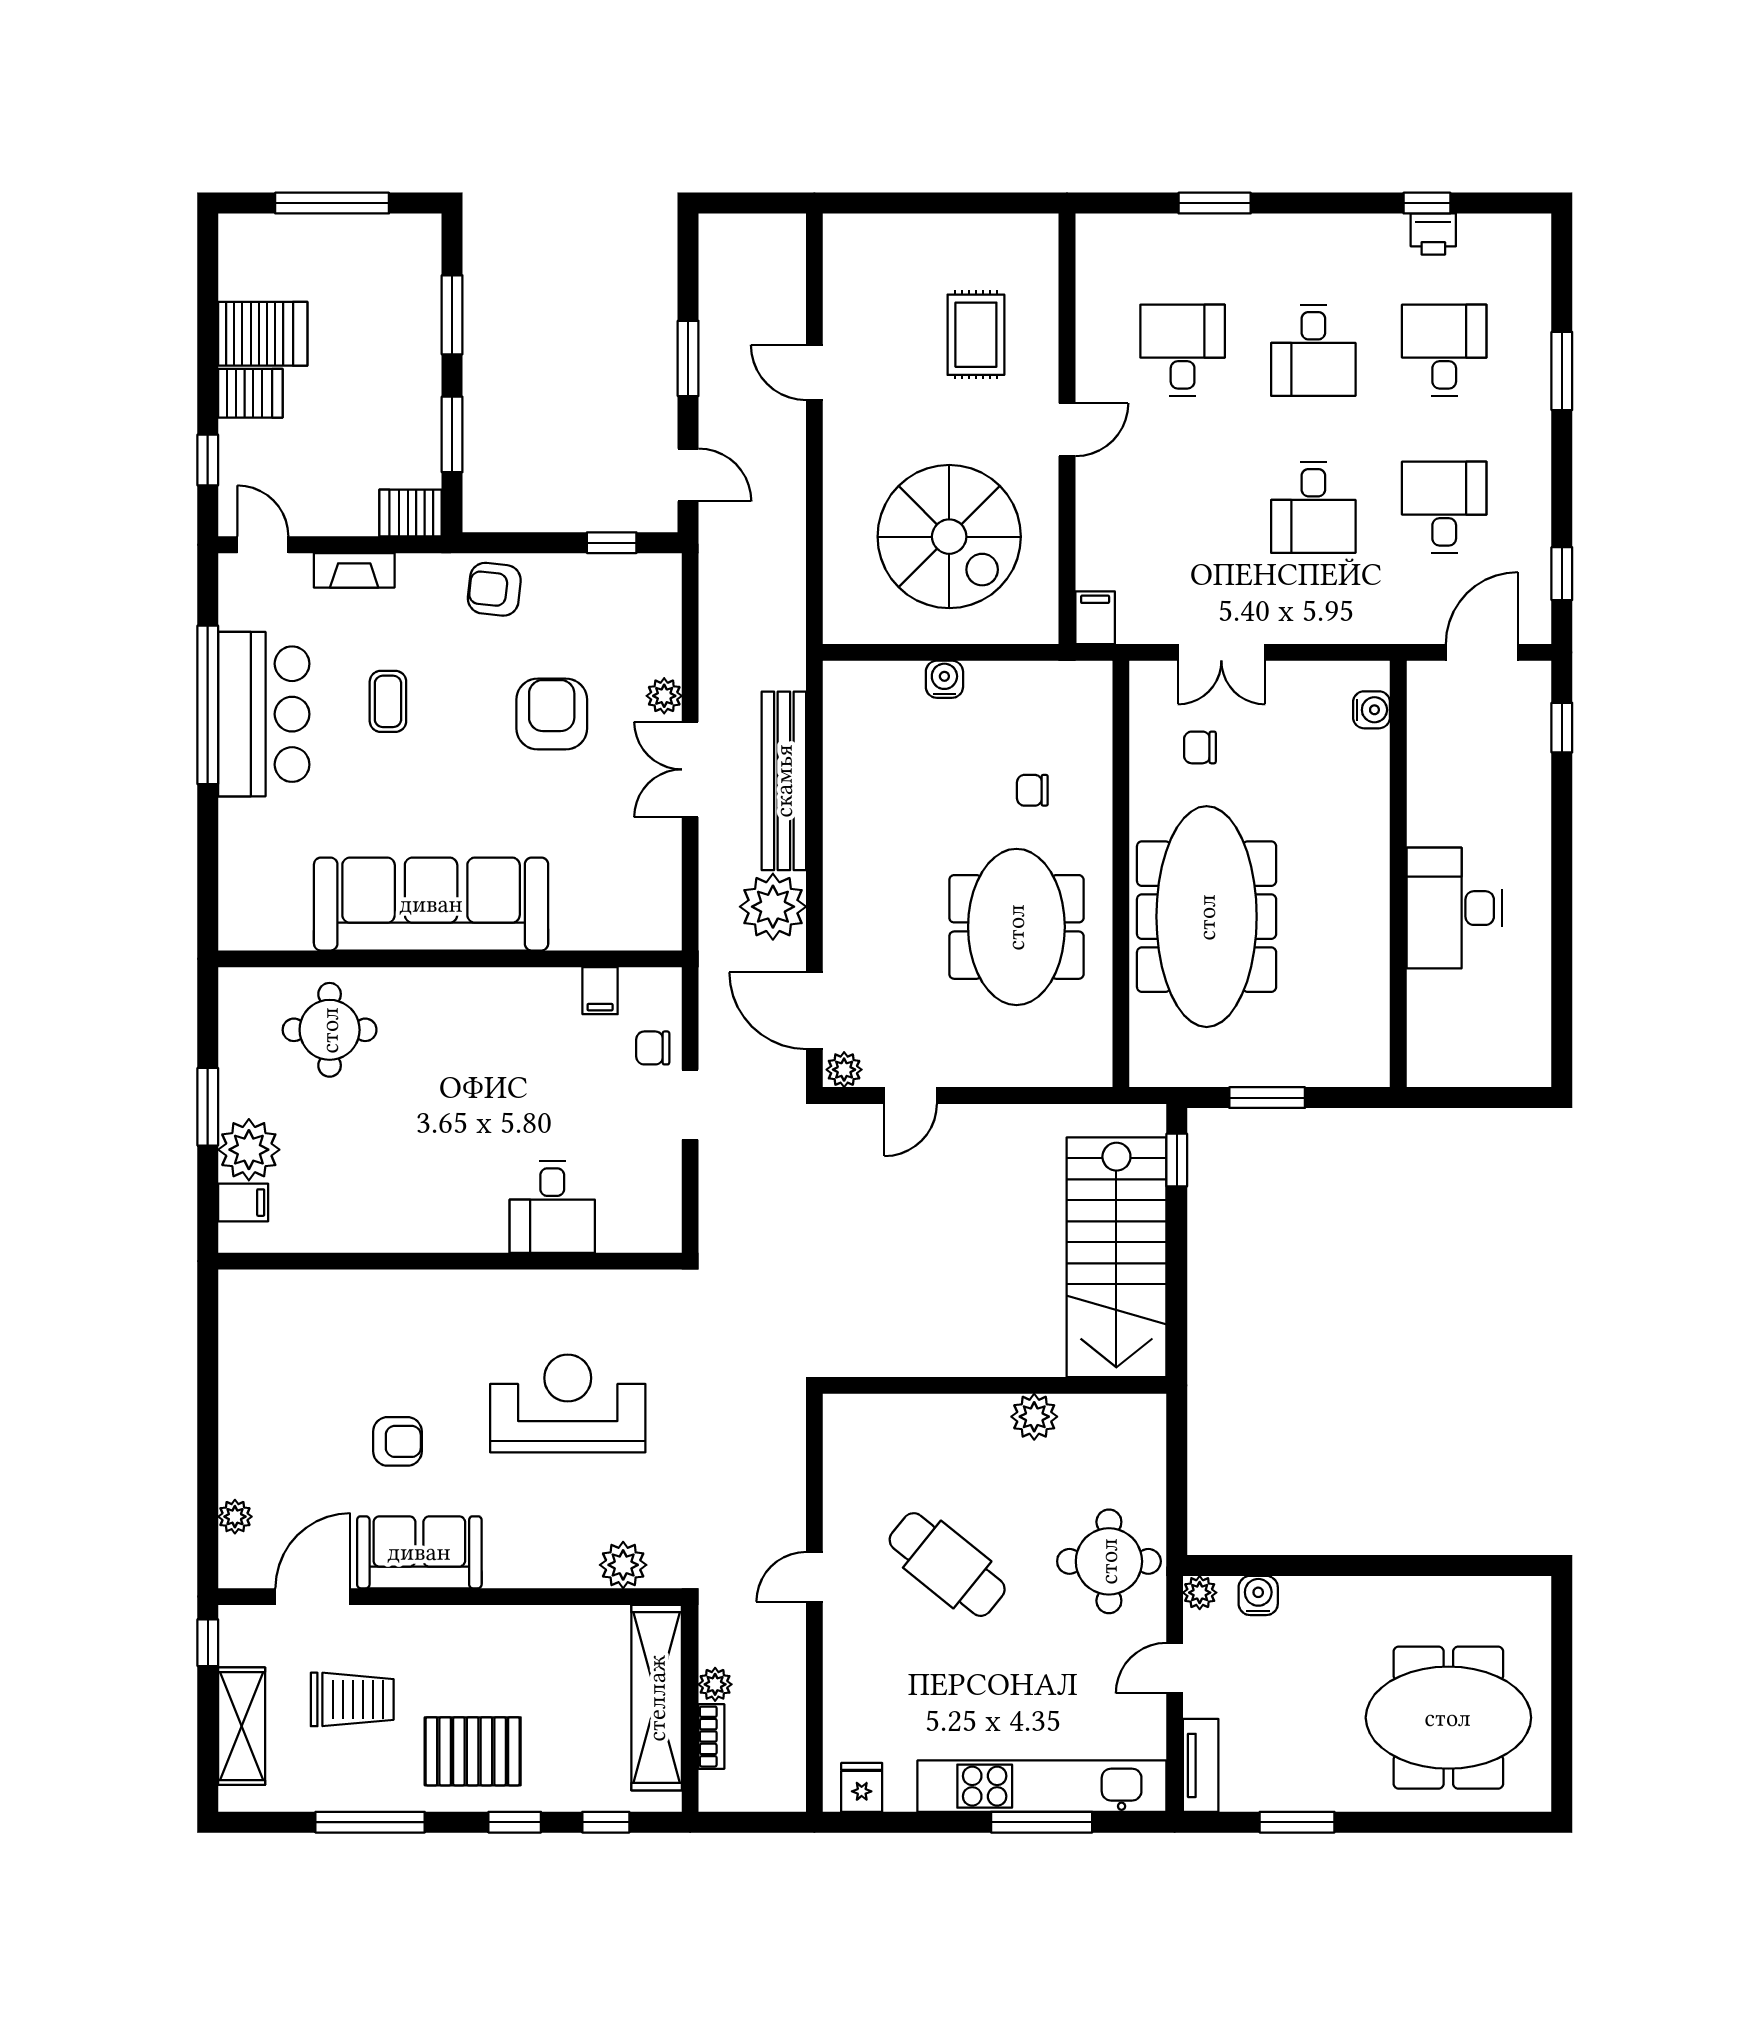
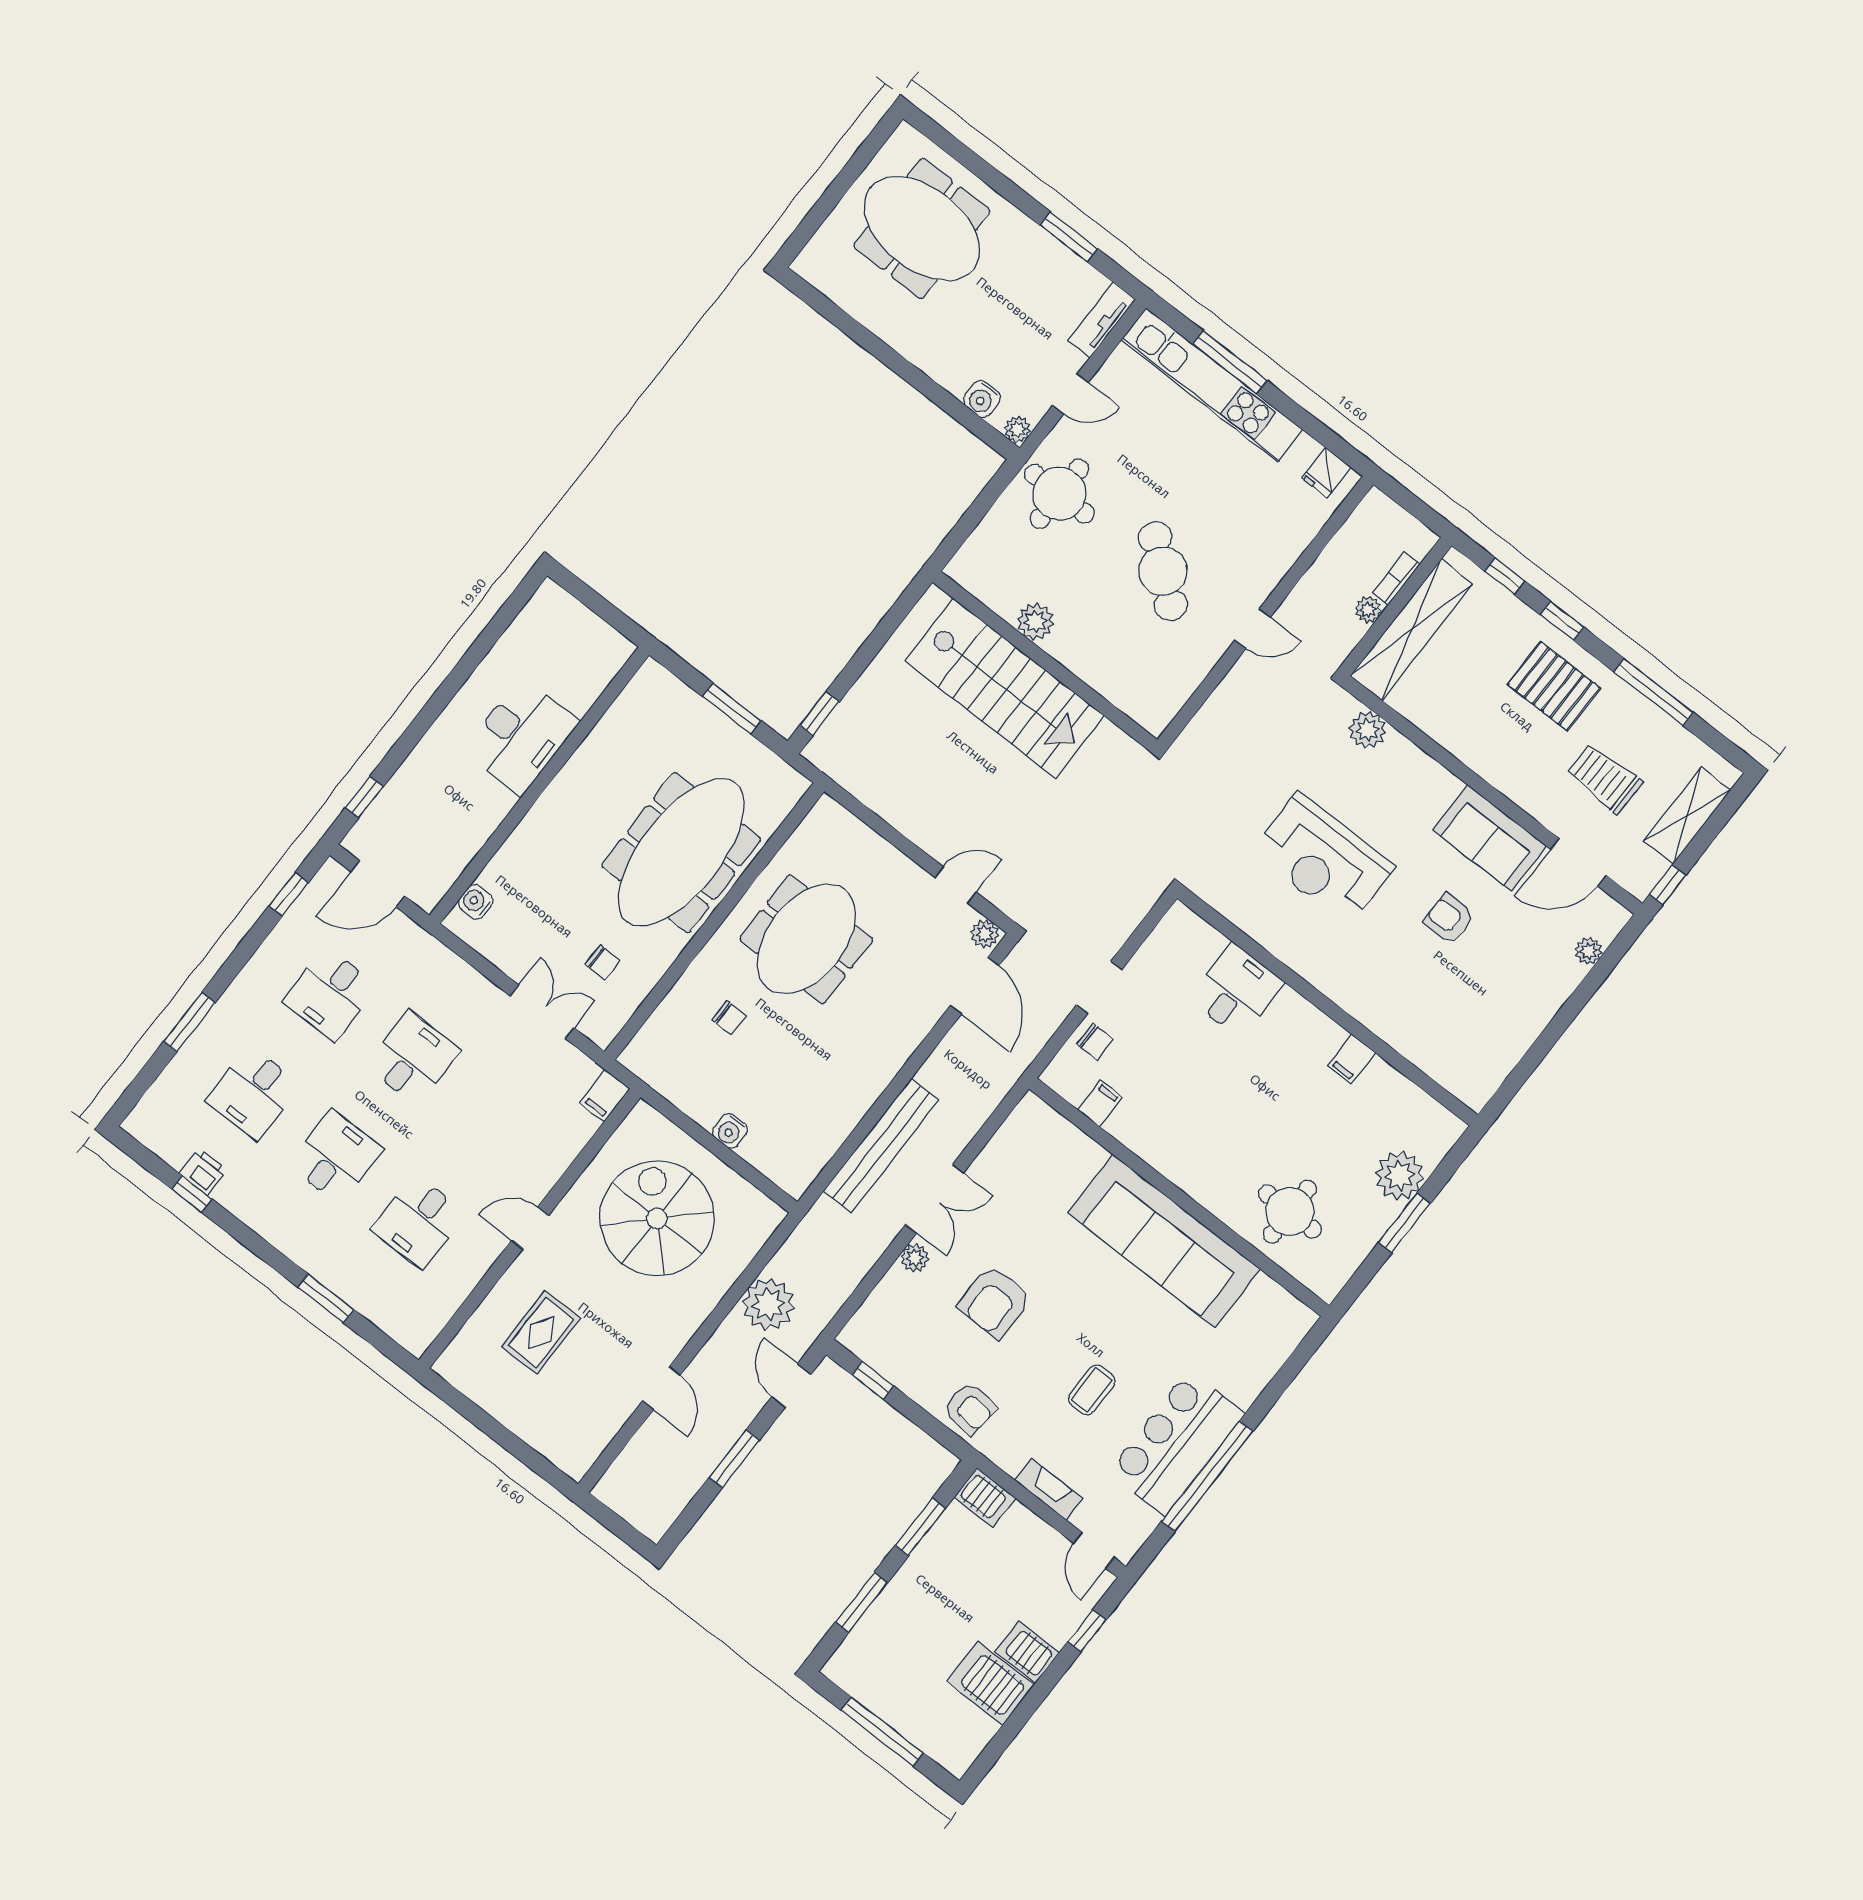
plant: (773, 907) -> (768, 1304), moved
filing cabinet: (243, 1203) -> (1352, 1059), moved, turned -90
stairs: (1116, 1257) -> (1005, 688), moved, turned 90

